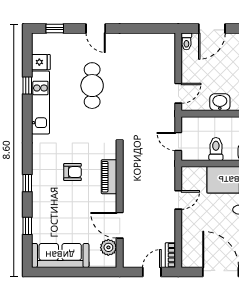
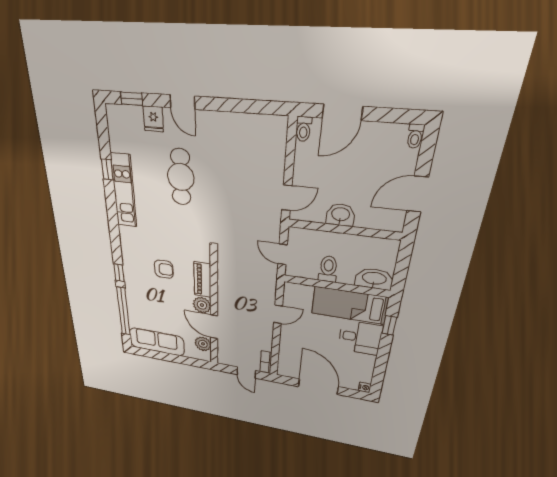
fridge: (41, 62) -> (153, 119), moved, turned 90
plant: (108, 203) -> (202, 305), added
window: (27, 226) -> (123, 311), width x3.17
door: (152, 272) -> (246, 372), swing flipped

